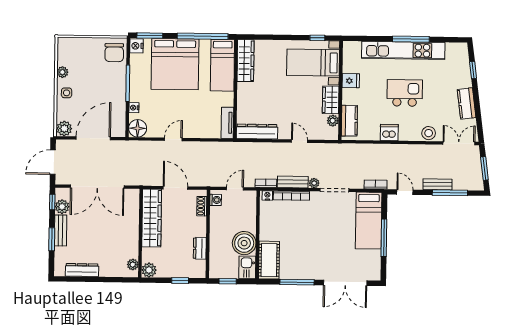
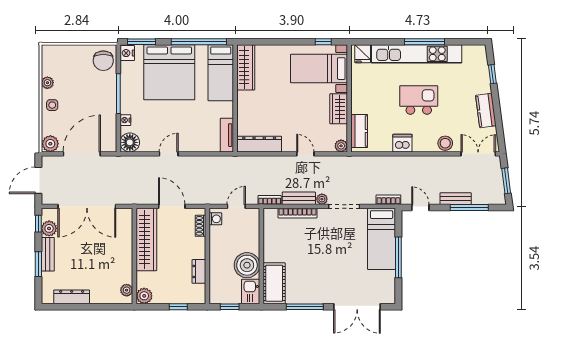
fridge: (351, 81) -> (363, 54), moved, turned 90
plant: (333, 121) -> (341, 146), moved
nightstand: (267, 195) -> (271, 213), removed

